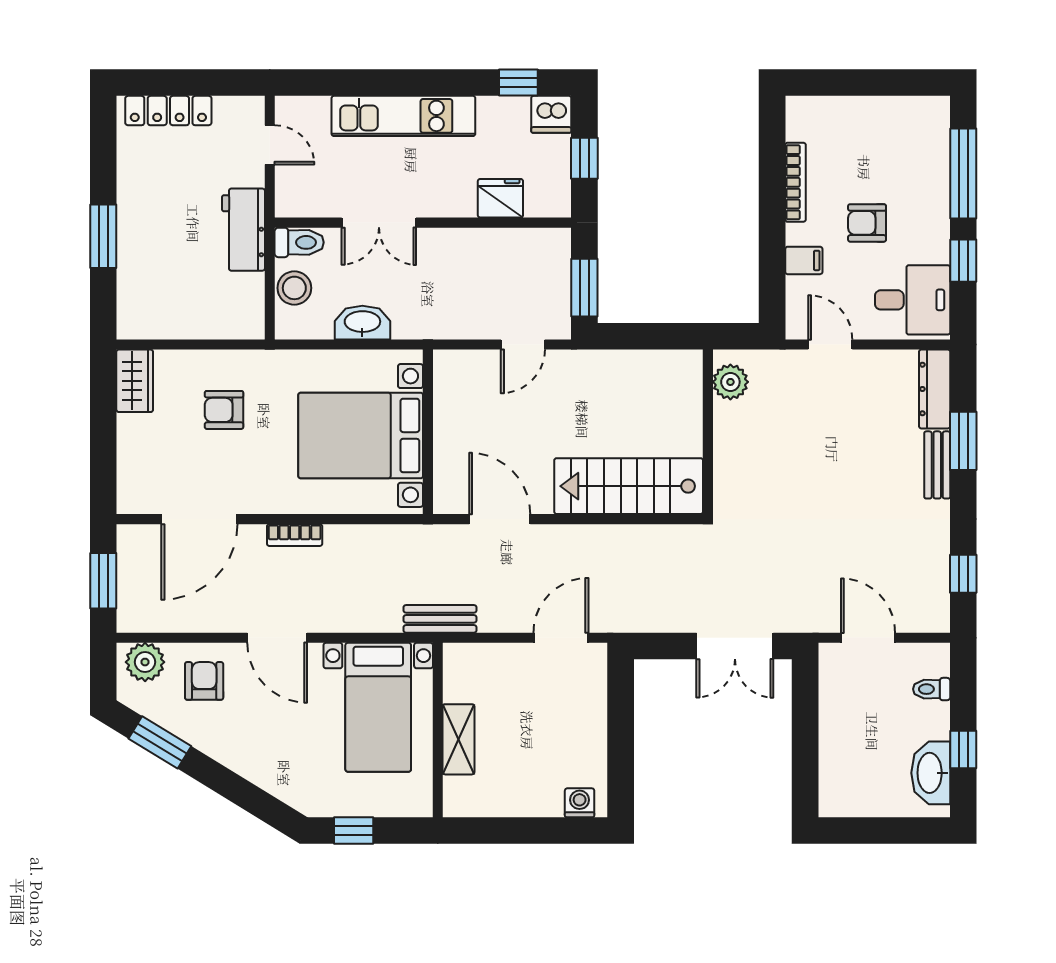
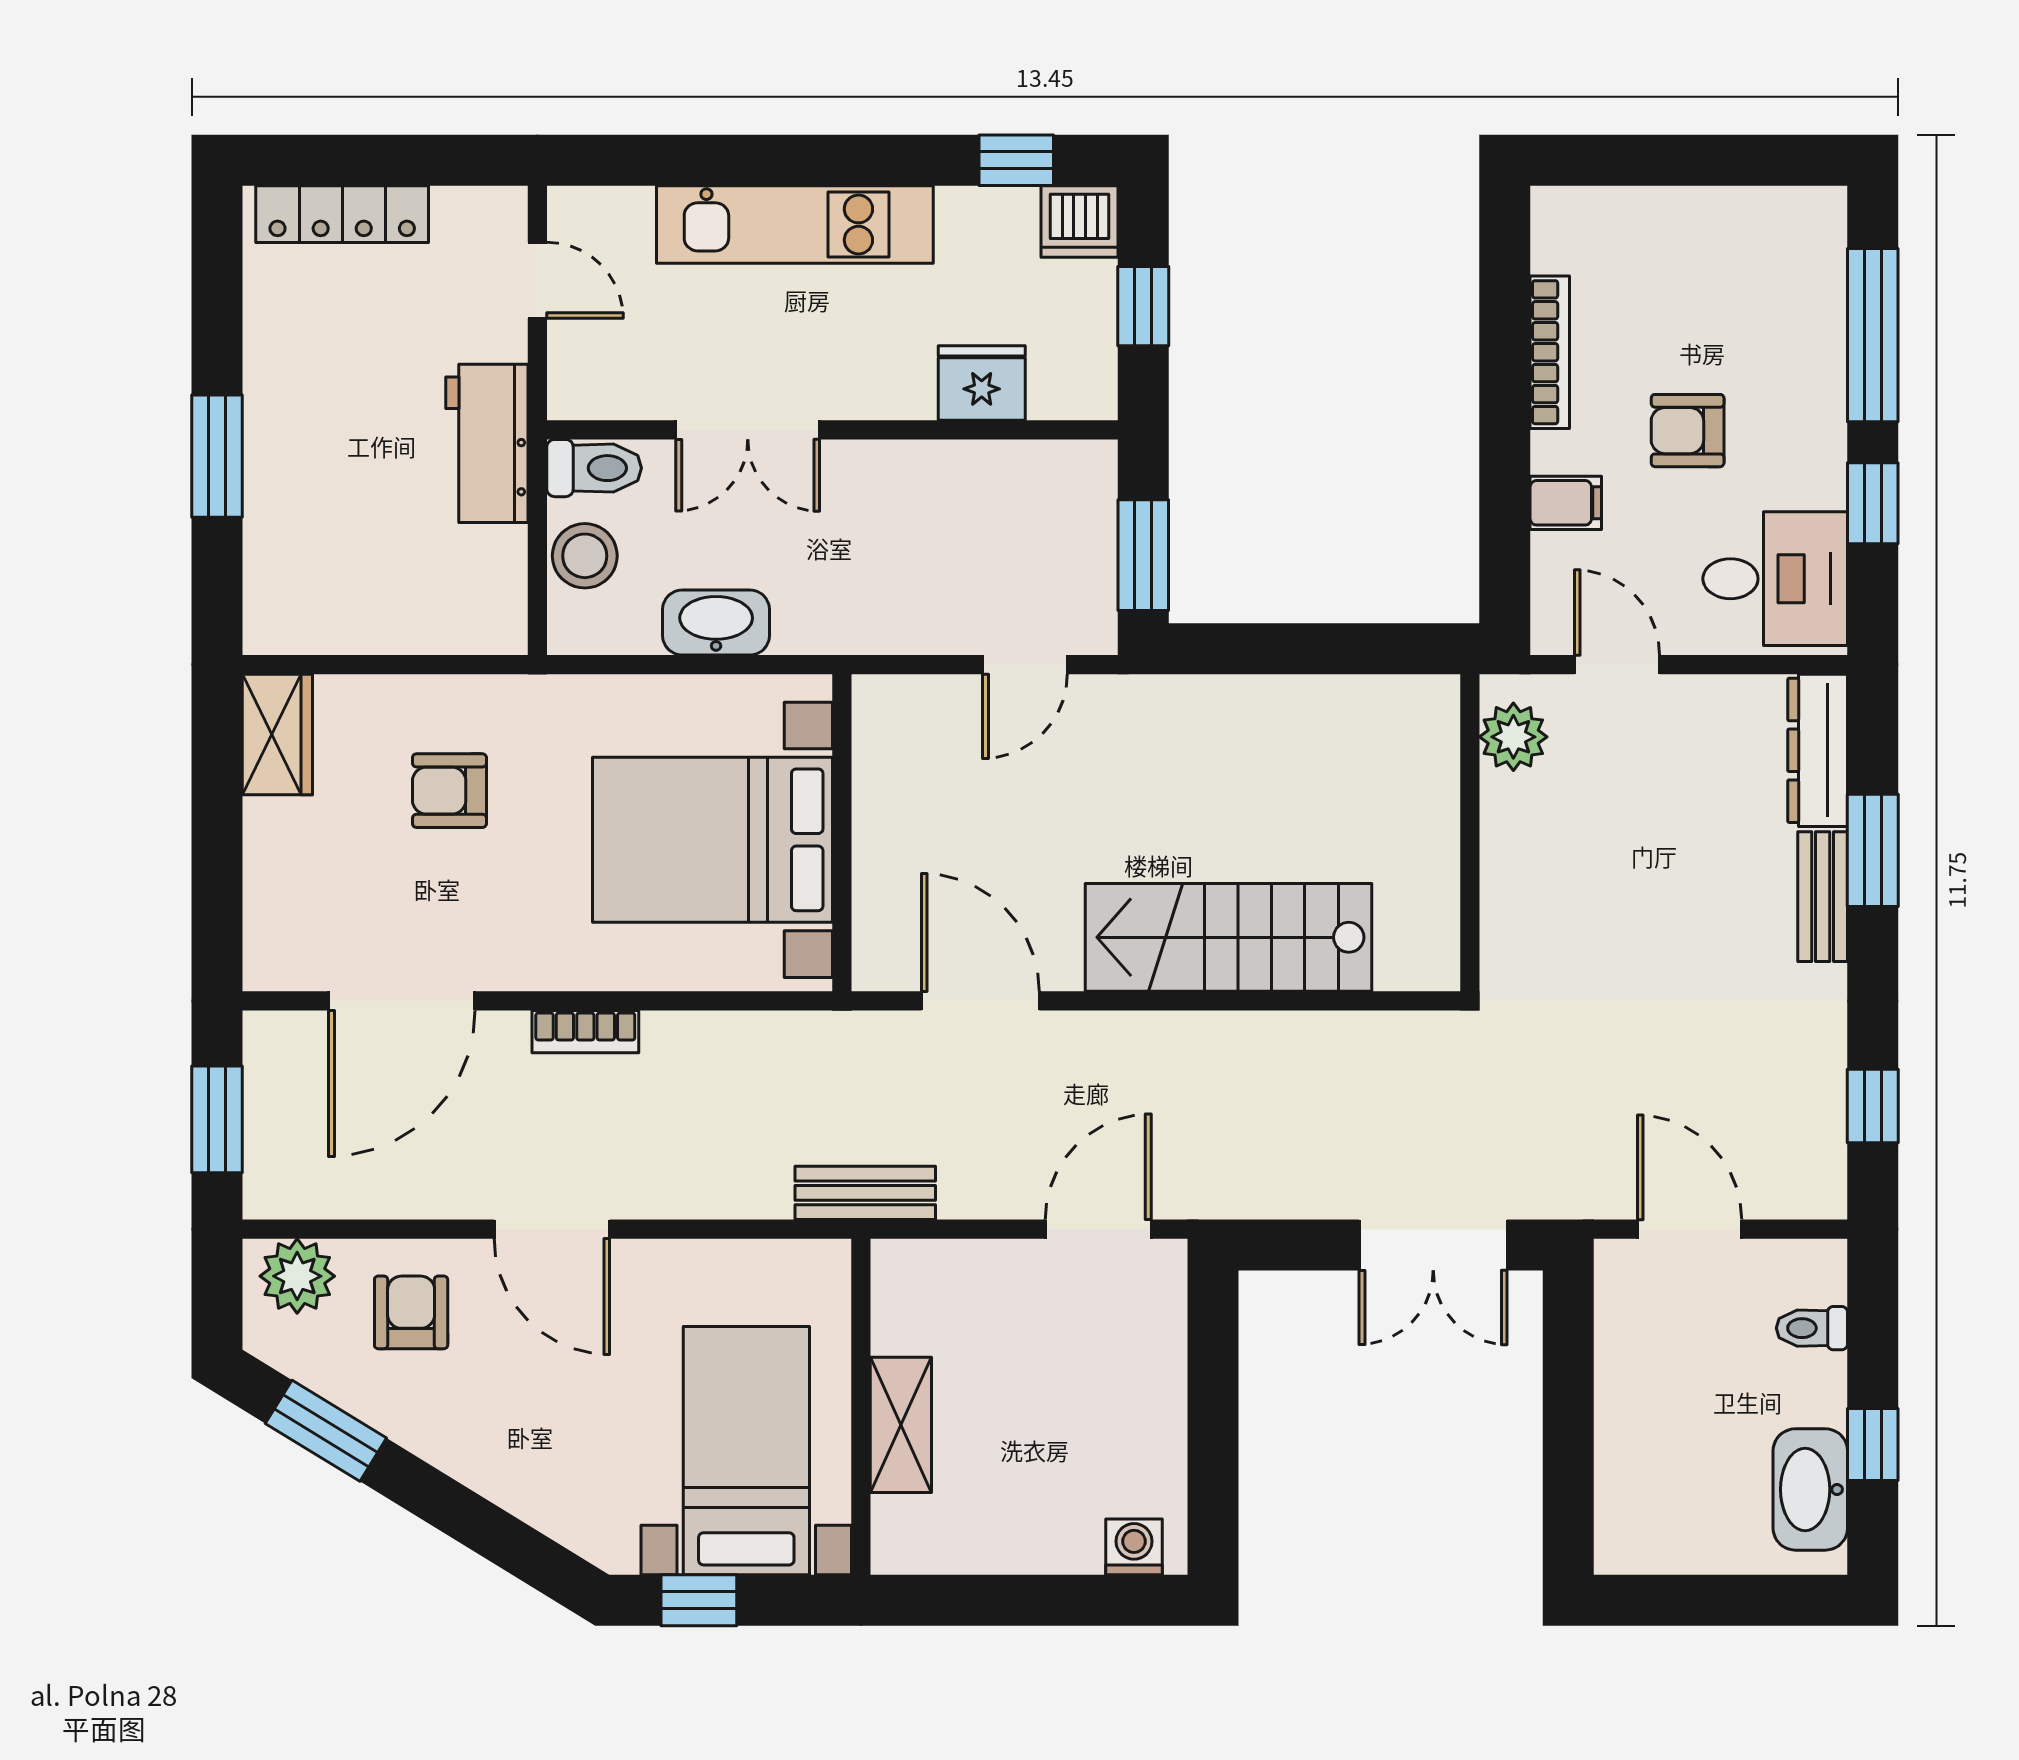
plant: (730, 382) -> (1513, 737), moved
wall: (708, 432) -> (1470, 833), moved
bed with nightstands: (378, 707) -> (746, 1451), moved, turned 180

